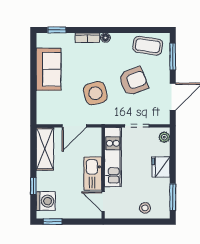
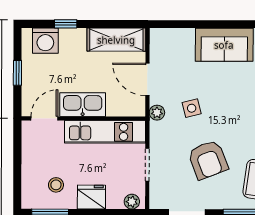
side table: (95, 93) -> (192, 108), width x0.54, depth x0.54
plant: (99, 119) -> (157, 113), added
stool: (145, 208) -> (56, 185), moved
window: (53, 222) -> (17, 73), moved

